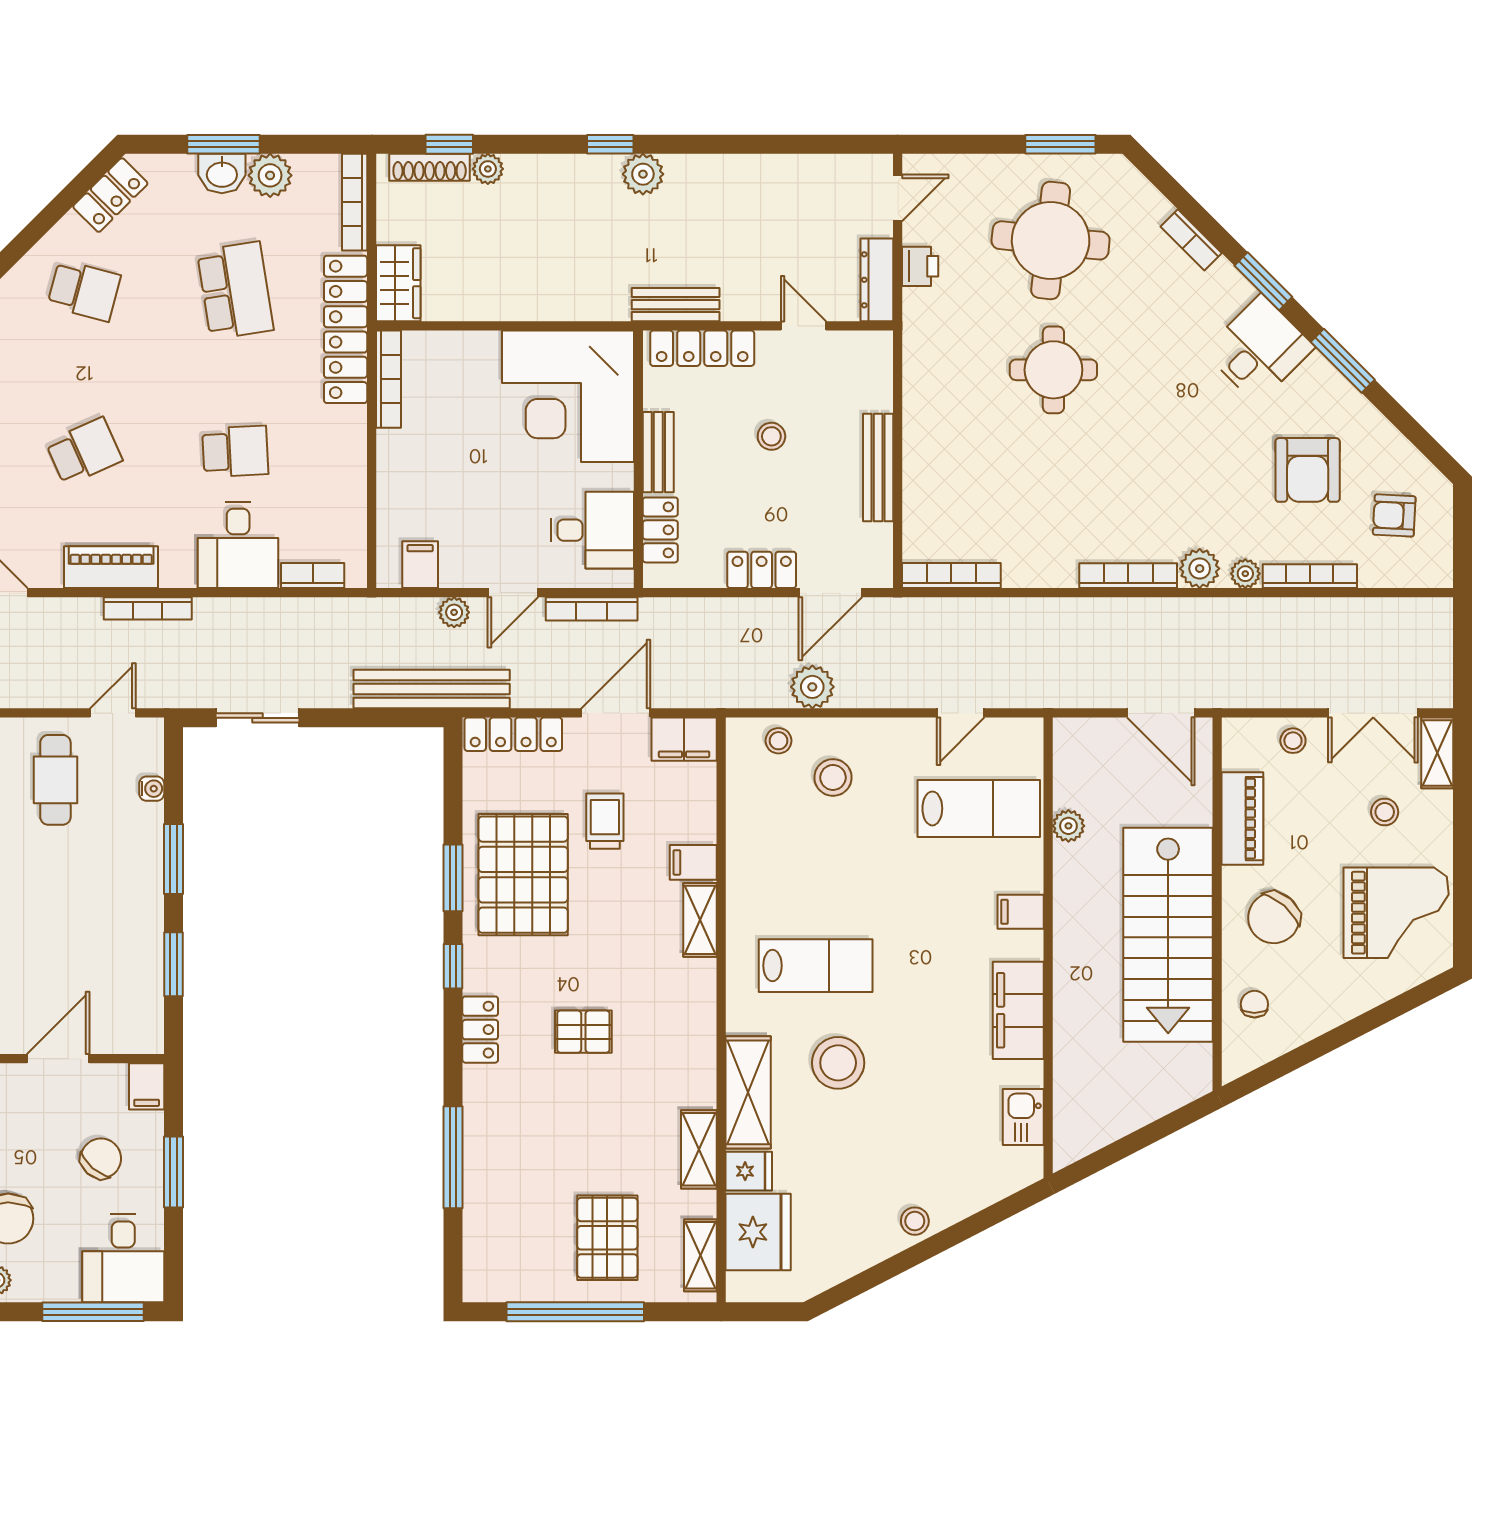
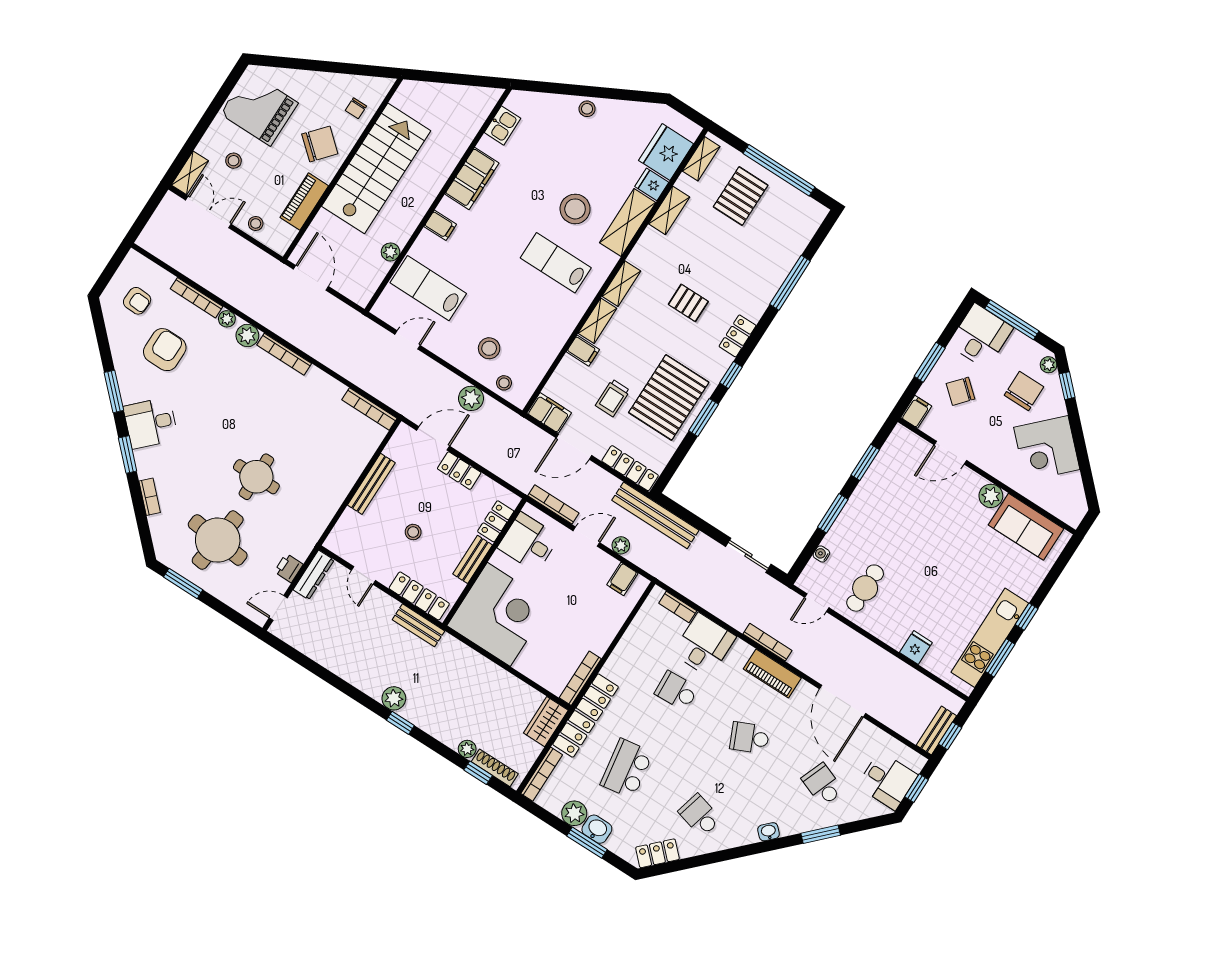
shelving: (700, 997) -> (621, 284), added

